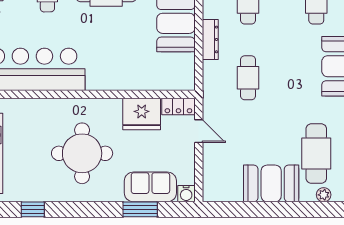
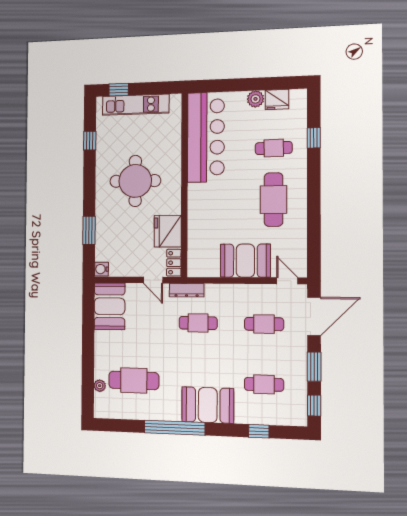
dresser: (210, 39) -> (187, 290), moved
door: (199, 131) -> (153, 280), hinge flipped
booth: (271, 183) -> (110, 306), moved
sofa: (150, 187) -> (107, 239), removed

